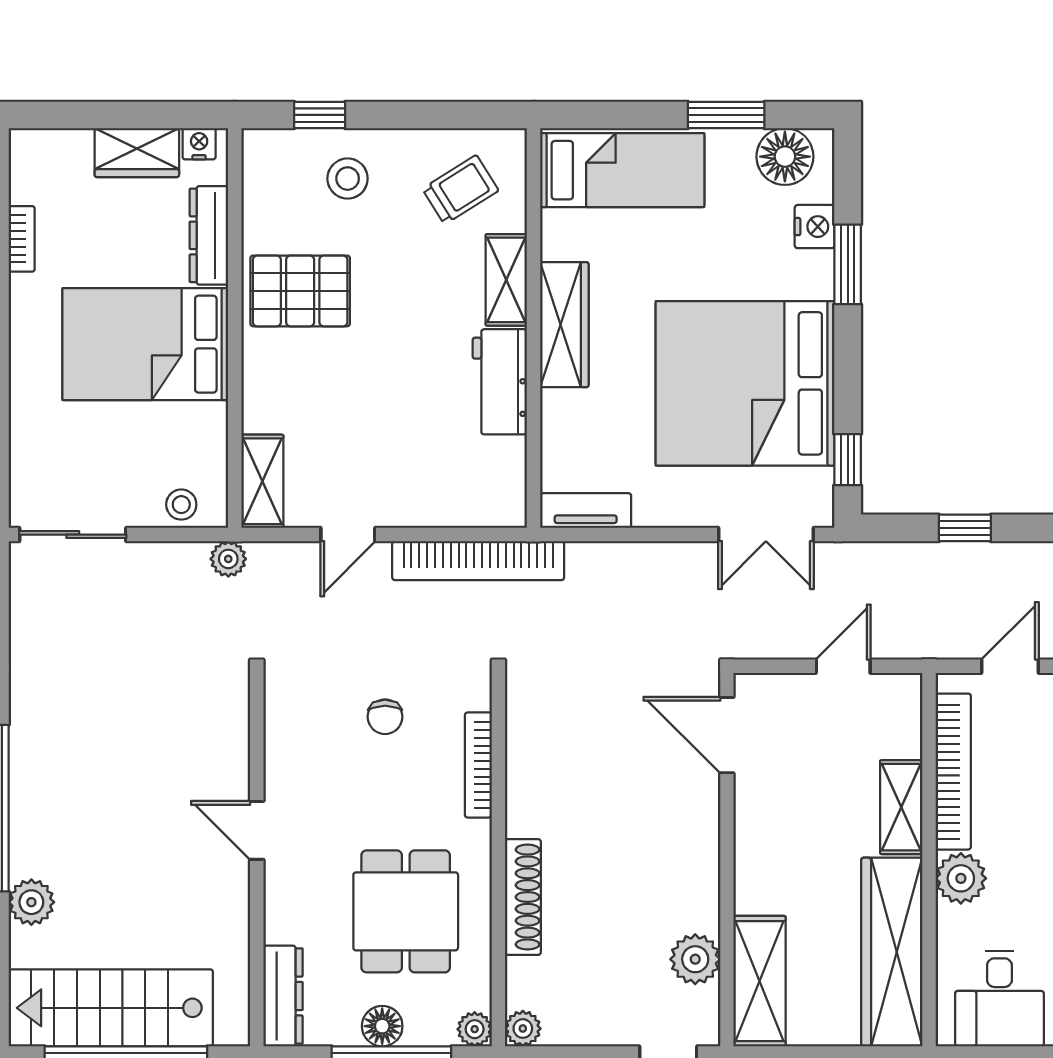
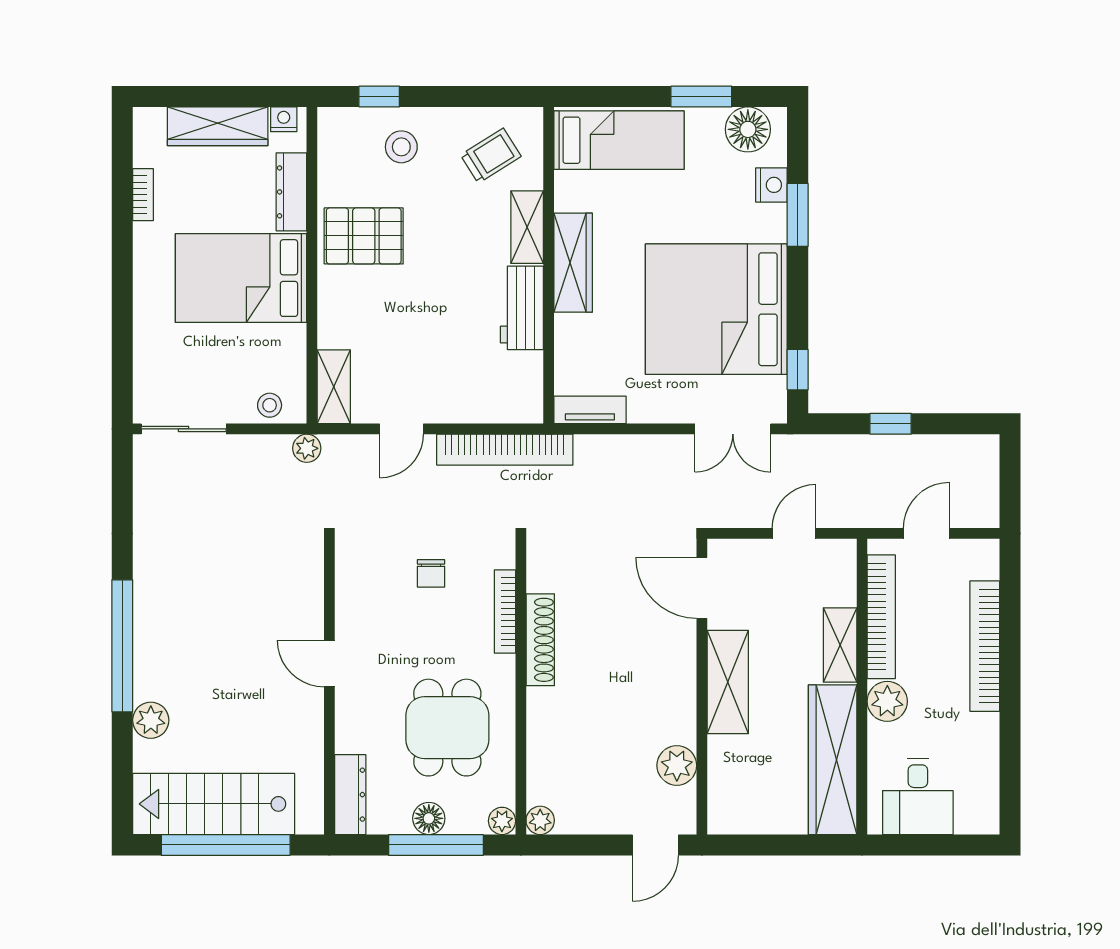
wardrobe: (137, 153) -> (218, 126), width x1.50
shoe rack: (523, 897) -> (540, 640), moved
shelving: (760, 981) -> (728, 682), moved

